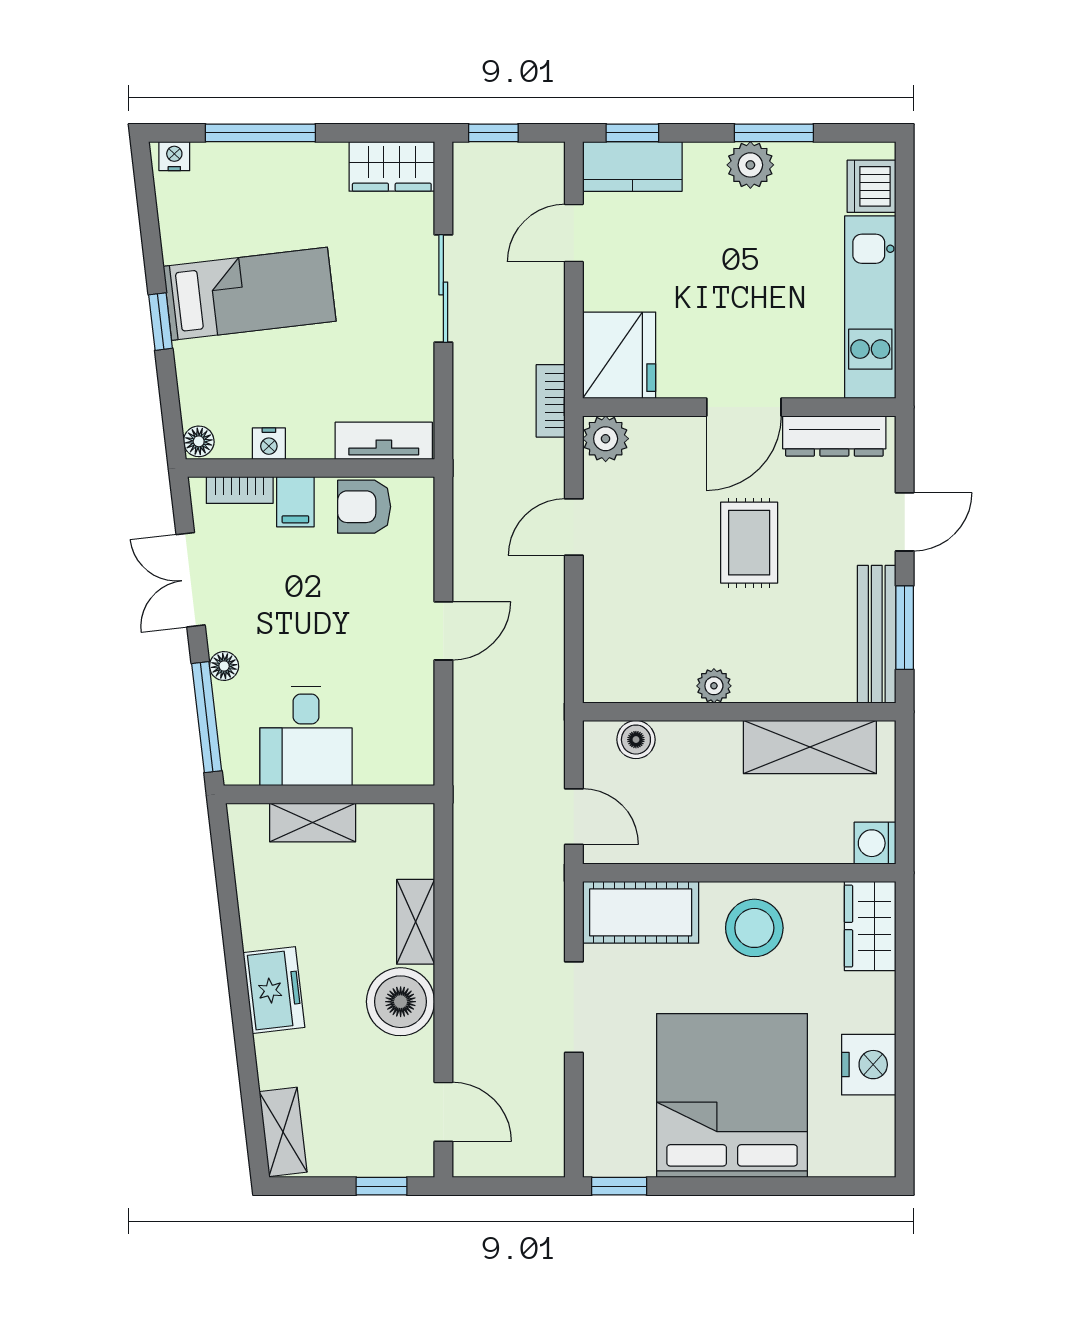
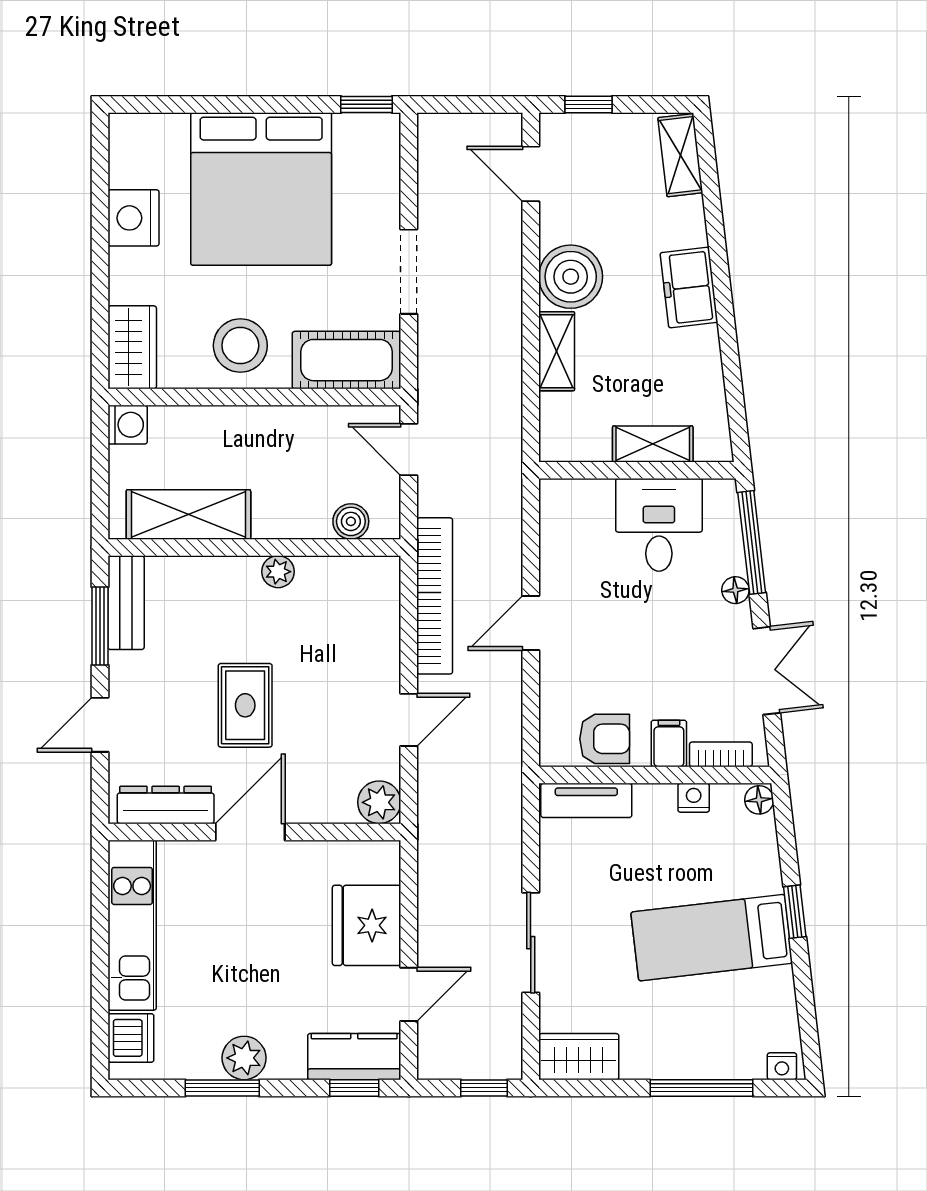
fridge: (619, 355) -> (367, 925), moved
bookcase: (551, 401) -> (435, 596), moved, width x2.31, depth x1.31
bench: (877, 634) -> (126, 603), width x0.73

